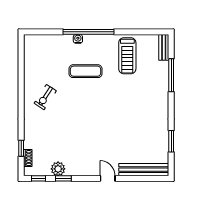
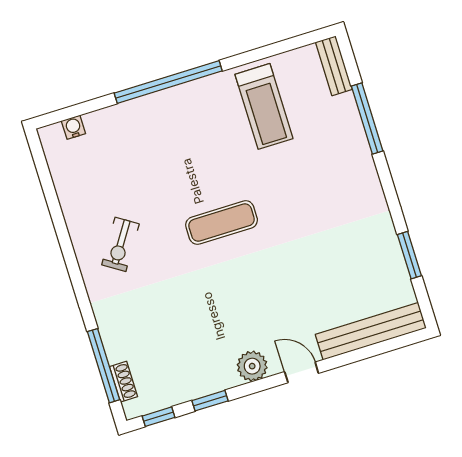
water cooler: (78, 39) -> (73, 127), moved
exercise mat: (86, 71) -> (222, 223), moved
window: (21, 148) -> (103, 366), width x2.17
plant: (58, 169) -> (252, 366), moved

